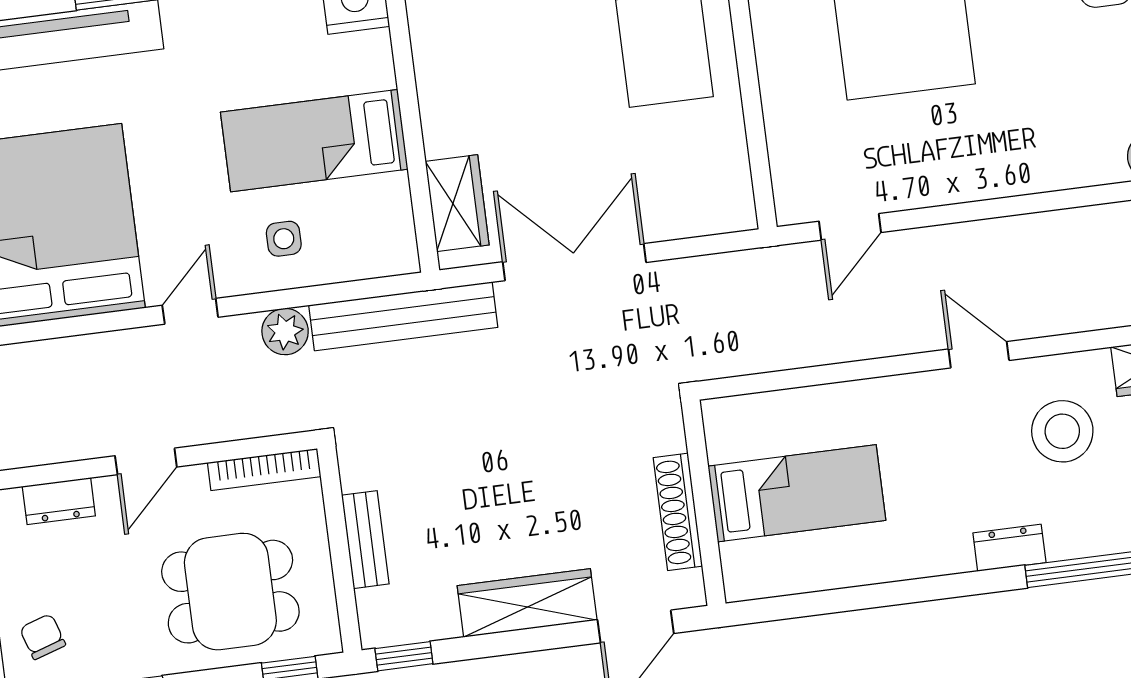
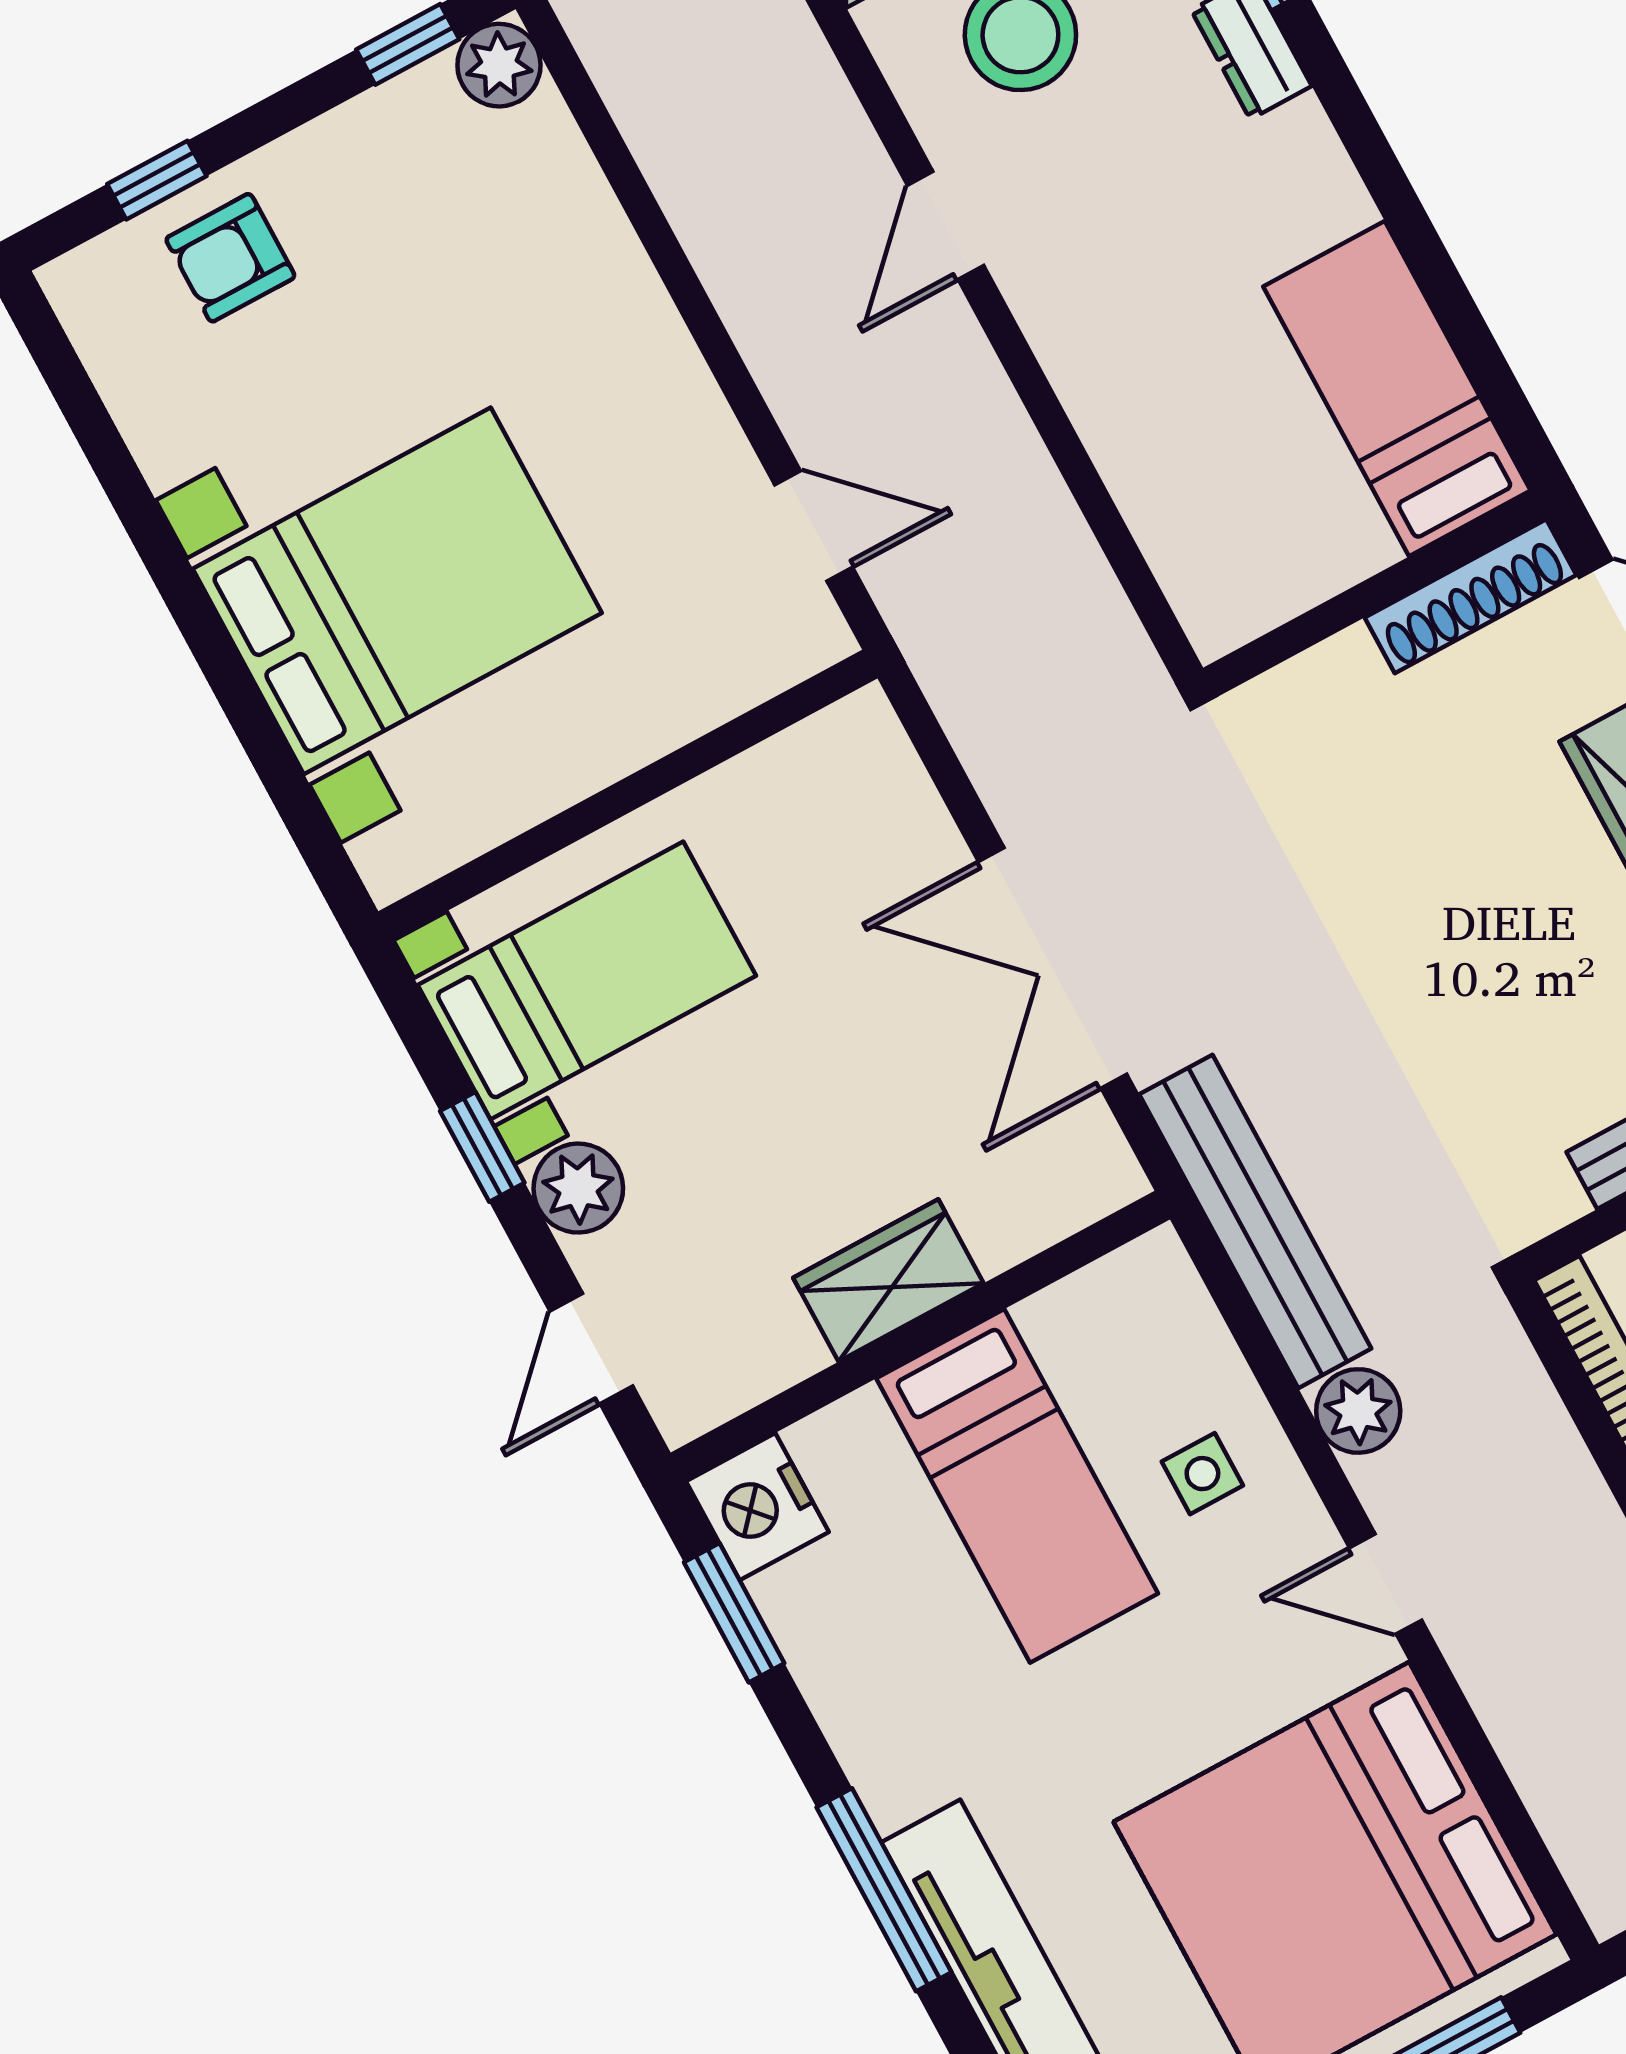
wardrobe: (457, 203) -> (888, 1280), moved
bed: (797, 493) -> (1397, 389), moved
shoe rack: (678, 512) -> (1470, 596), moved

